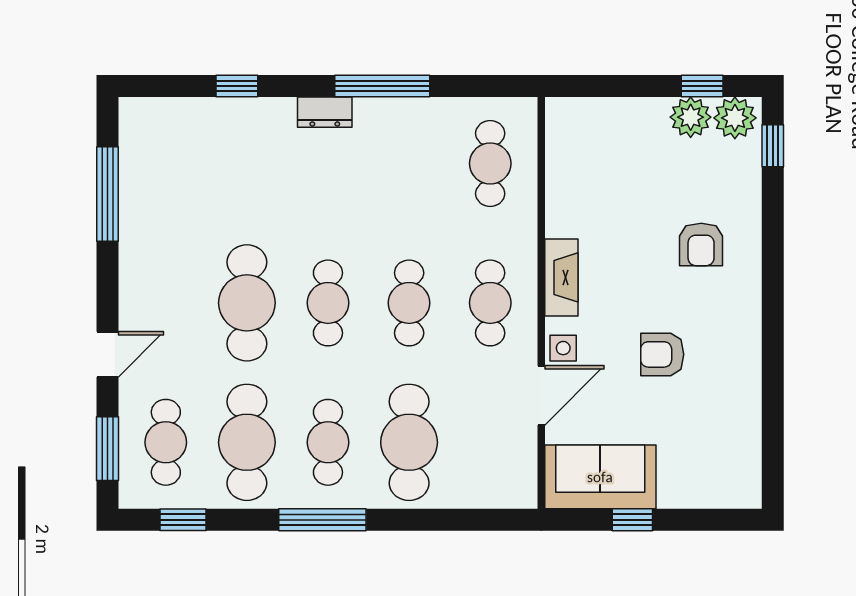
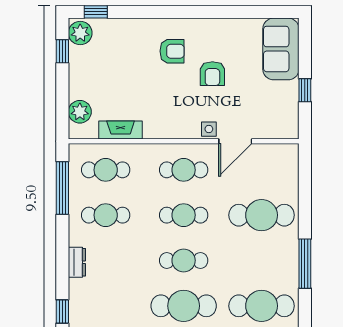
window: (382, 86) -> (62, 188), moved
plant: (691, 117) -> (80, 112), moved
armchair: (701, 244) -> (172, 51), moved
fireplace: (561, 277) -> (121, 130), moved
door: (541, 395) -> (235, 141), swing flipped
cafe table: (328, 442) -> (106, 215), moved
sofa: (600, 477) -> (281, 49), moved

